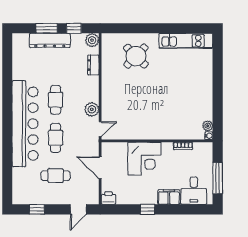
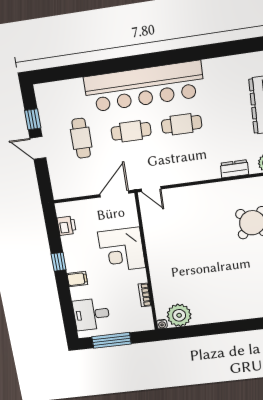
plant: (92, 109) -> (175, 175), removed
plant: (208, 126) -> (179, 315), width x1.87, depth x1.87
door: (100, 168) -> (114, 194), moved
filing cabinet: (169, 197) -> (77, 279), width x0.50
printer: (108, 198) -> (67, 226), moved
door: (78, 209) -> (38, 148), moved

